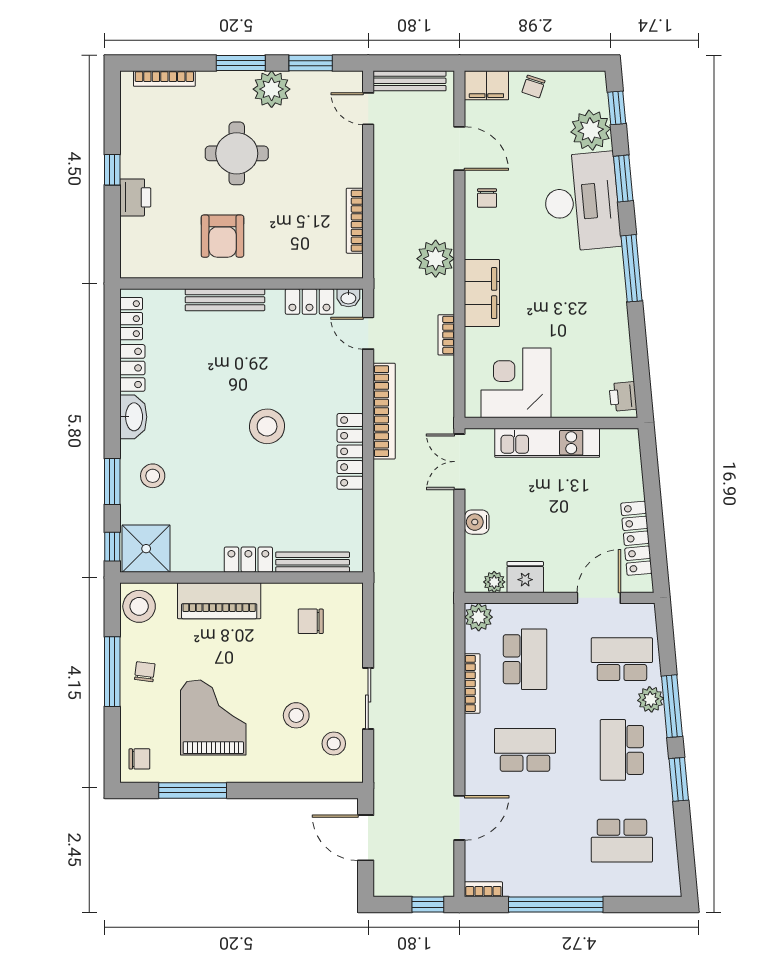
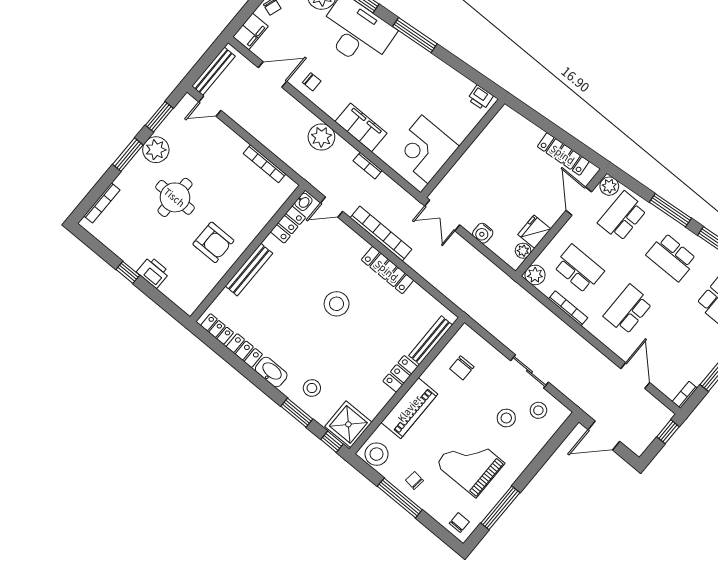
kitchen unit: (547, 443) -> (471, 159), removed
plant: (651, 699) -> (609, 186), moved

